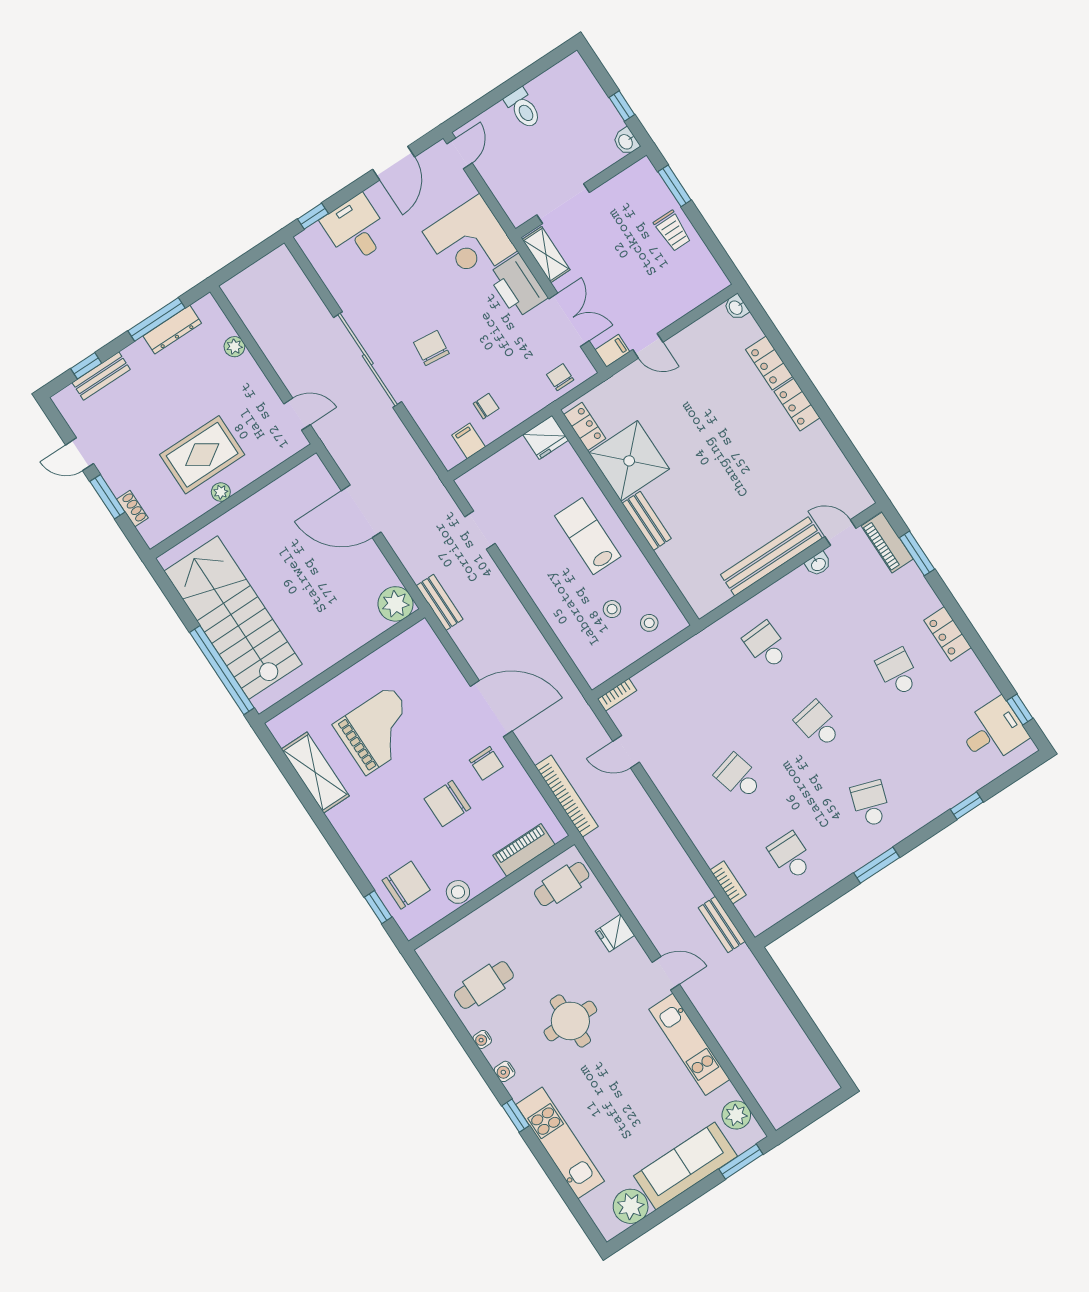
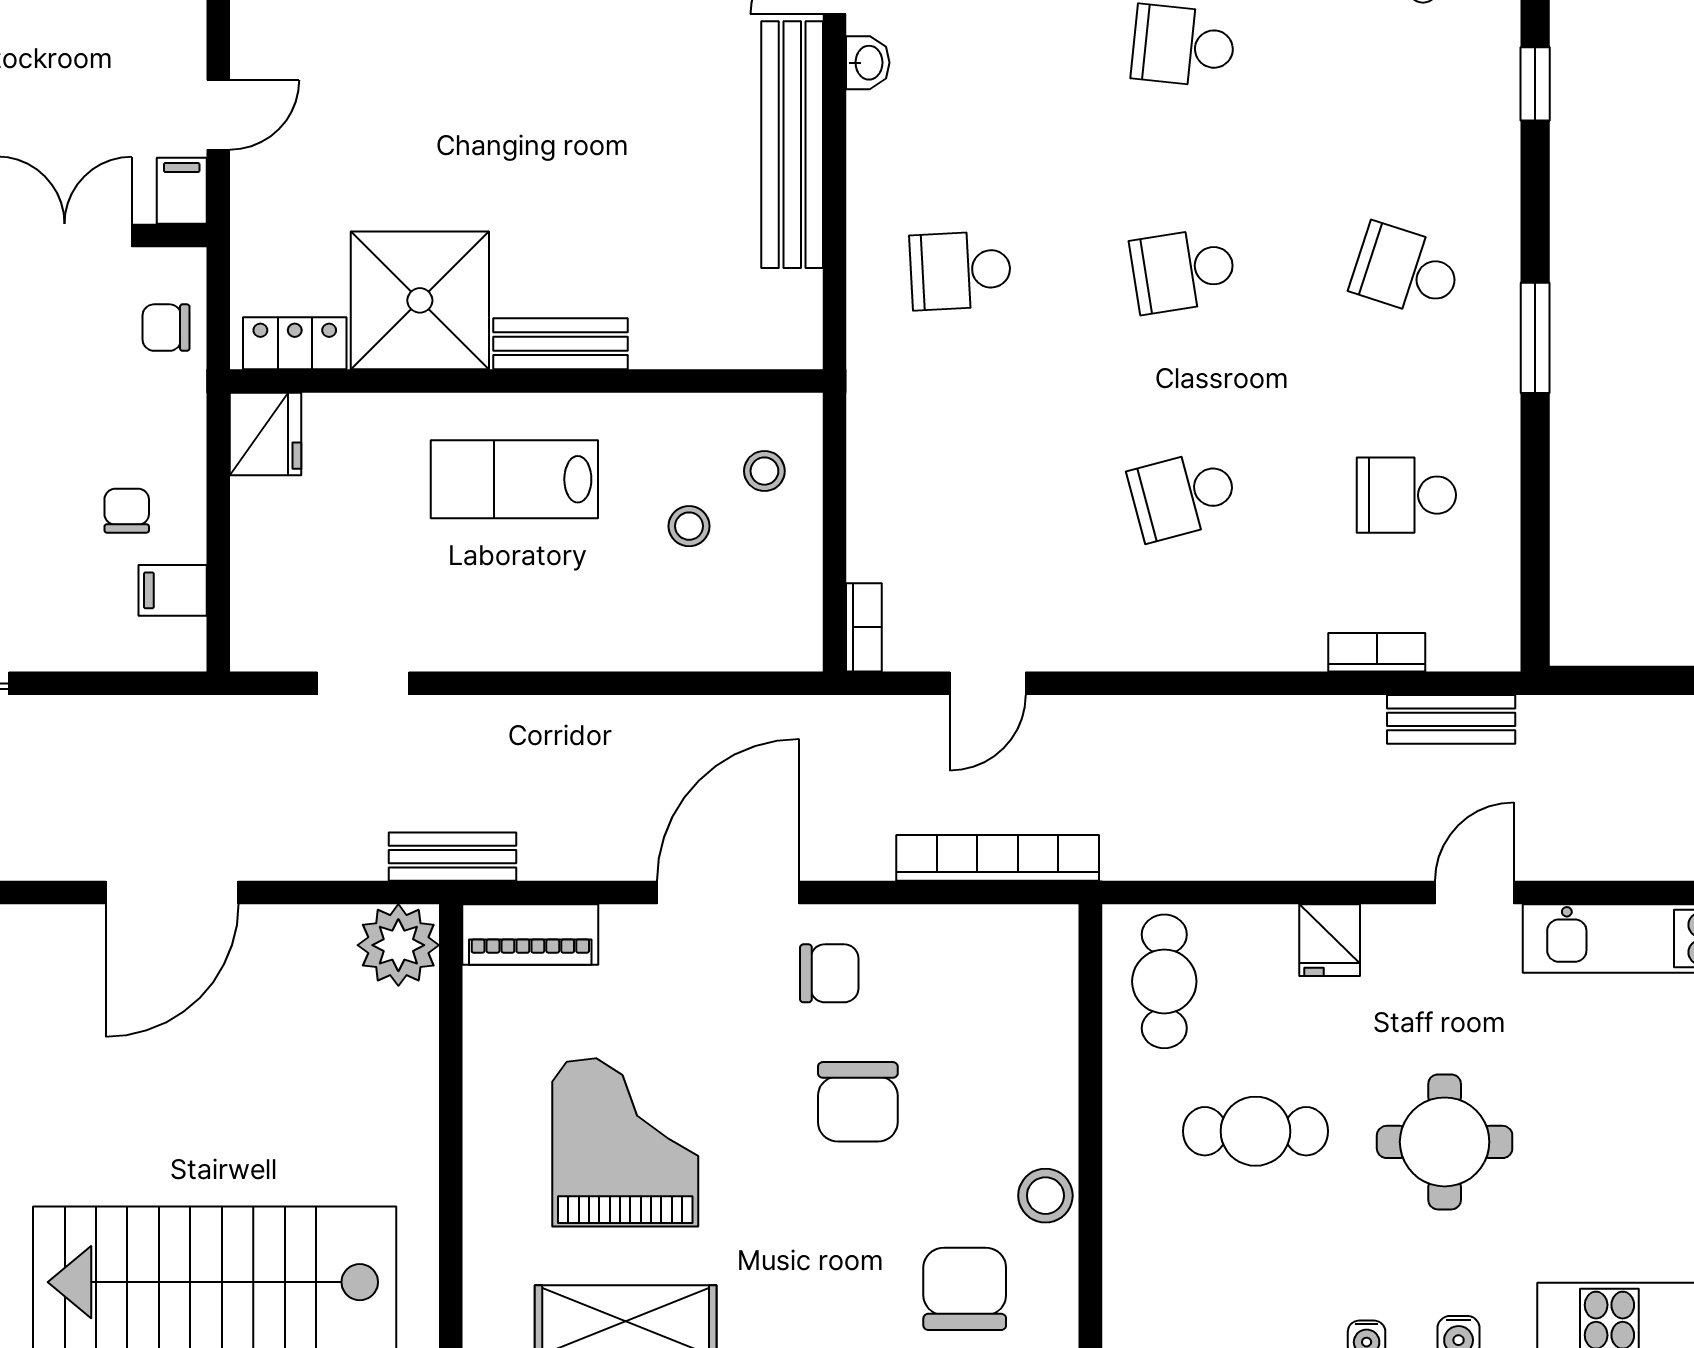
piano: (524, 850) -> (530, 935), moved, turned -90
cafe table: (484, 985) -> (1255, 1131), moved, turned 90

